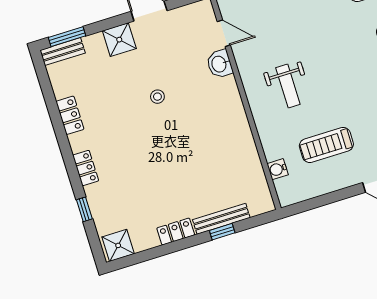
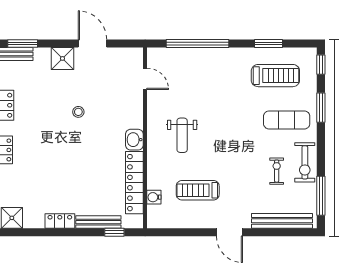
washbasin: (220, 64) -> (134, 140), moved
locker: (249, 159) -> (134, 183), added
window: (222, 232) -> (114, 232), moved

